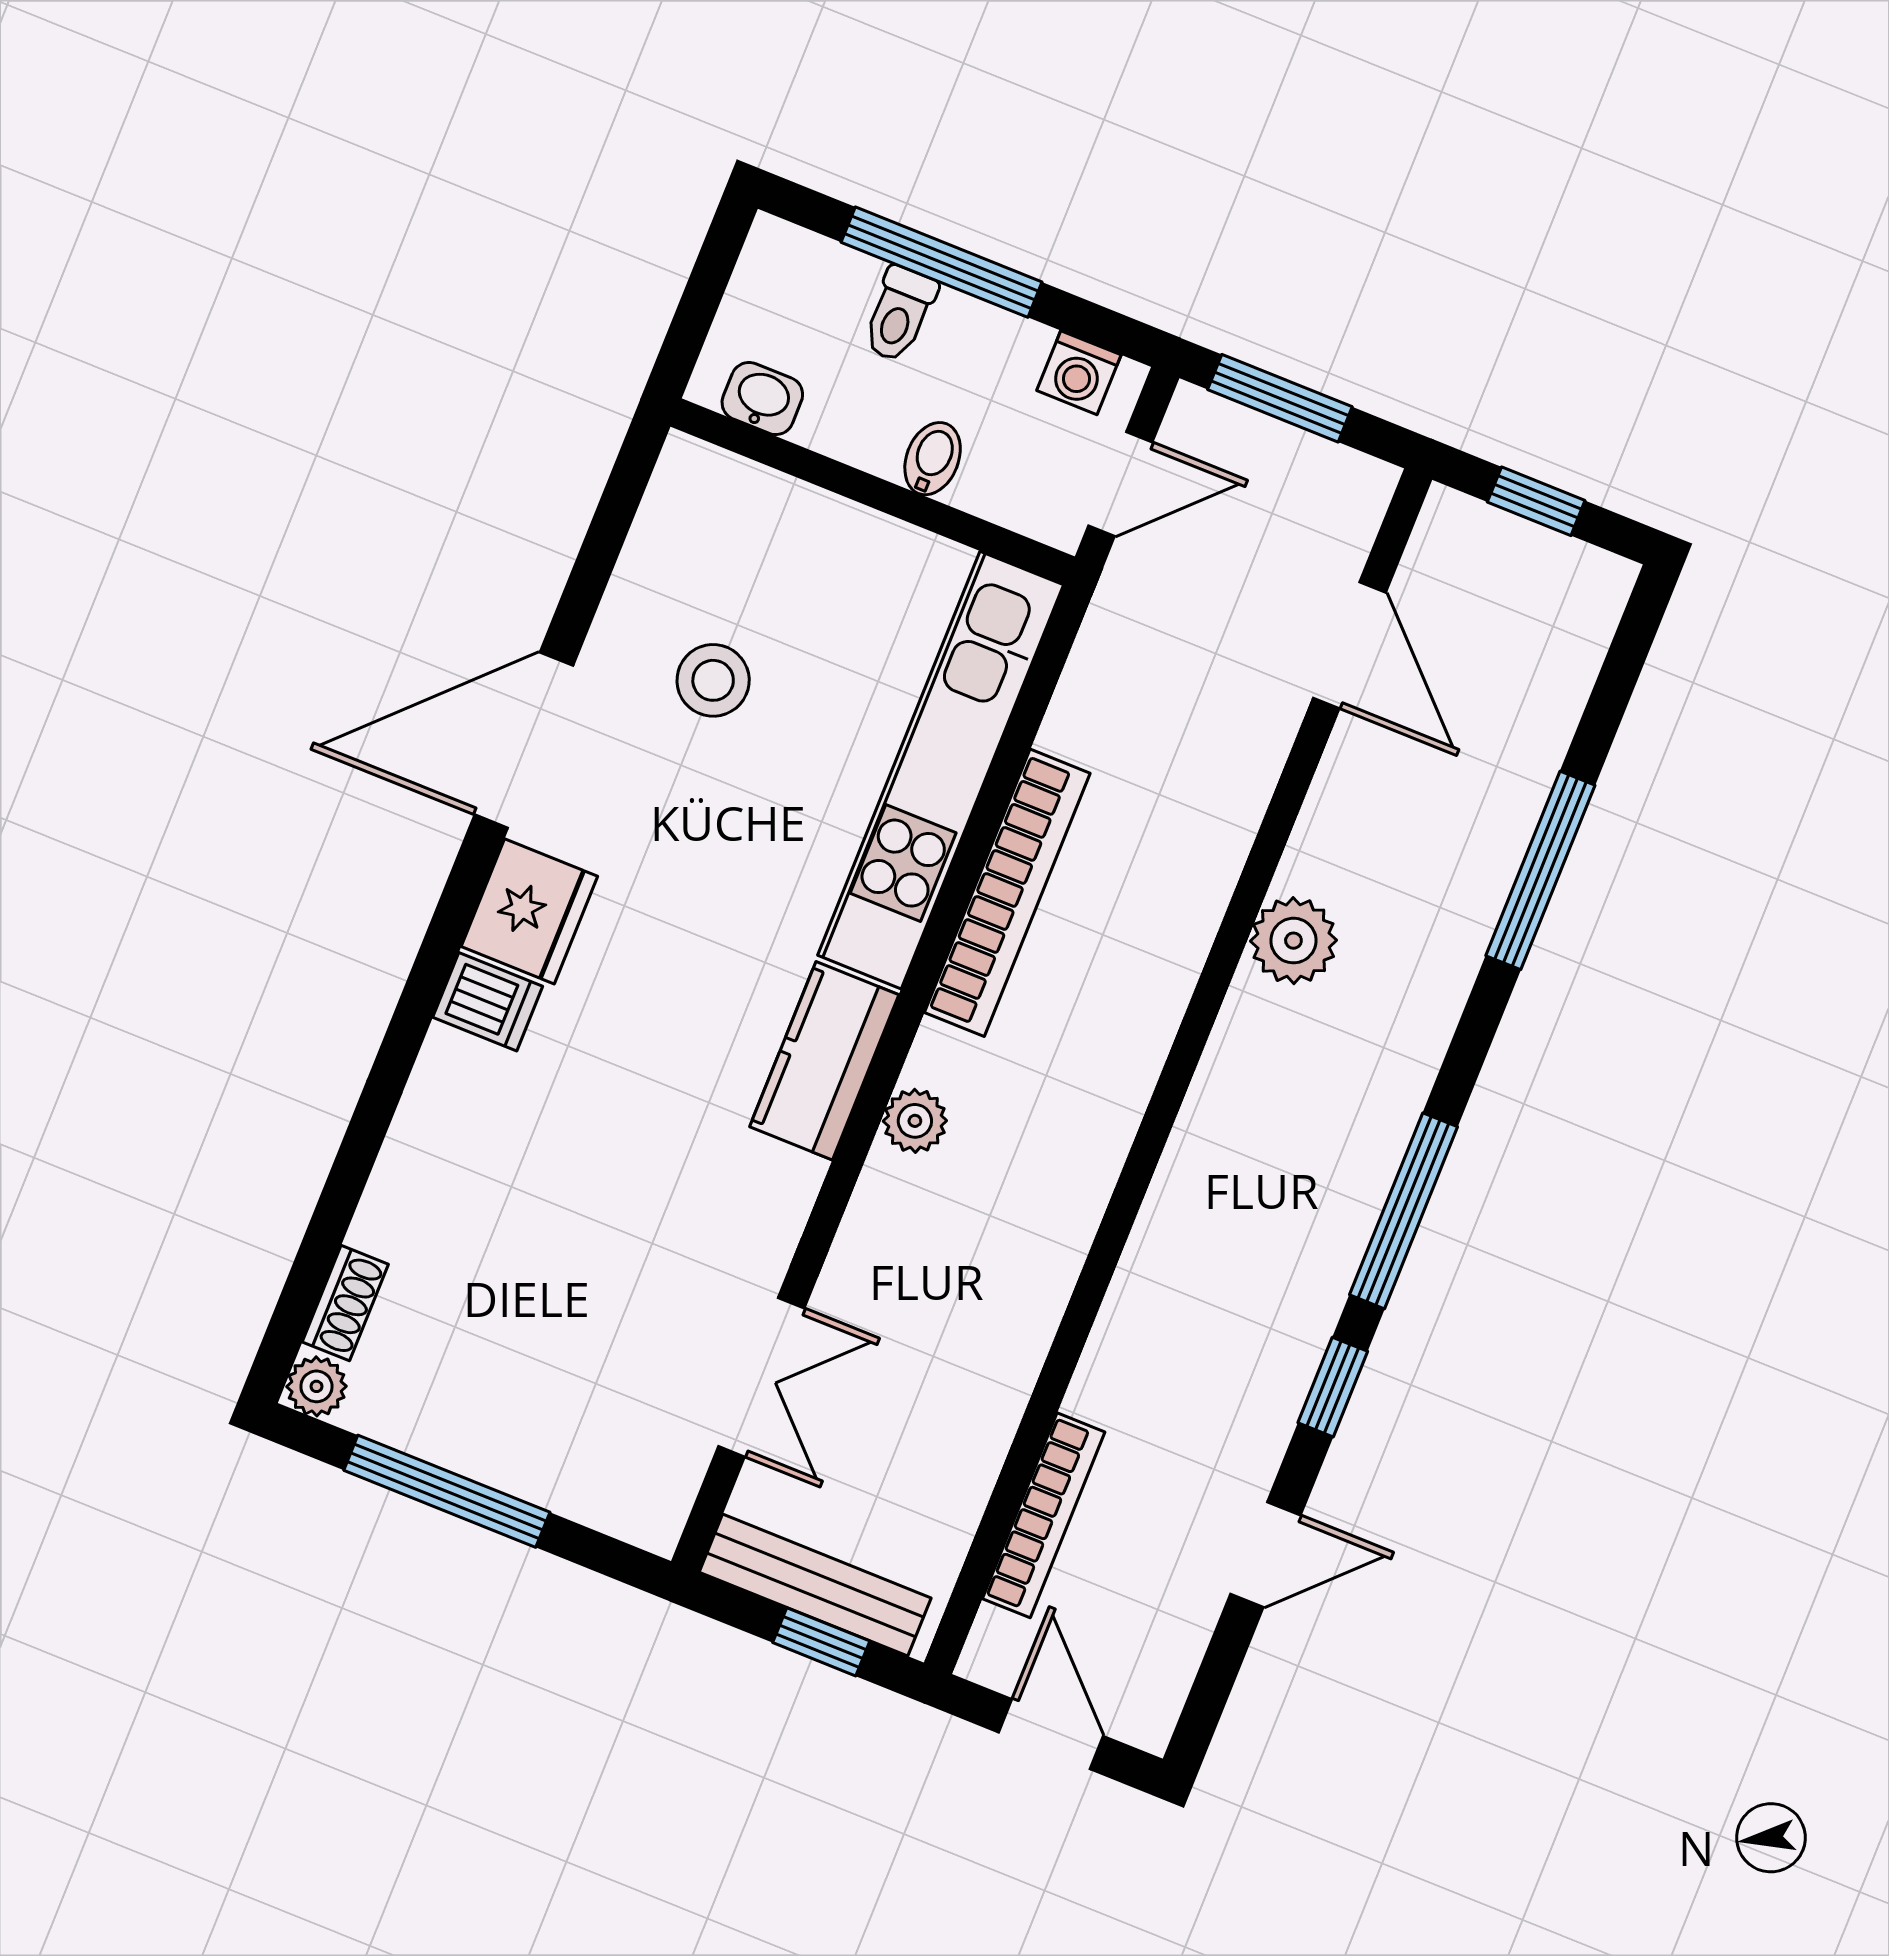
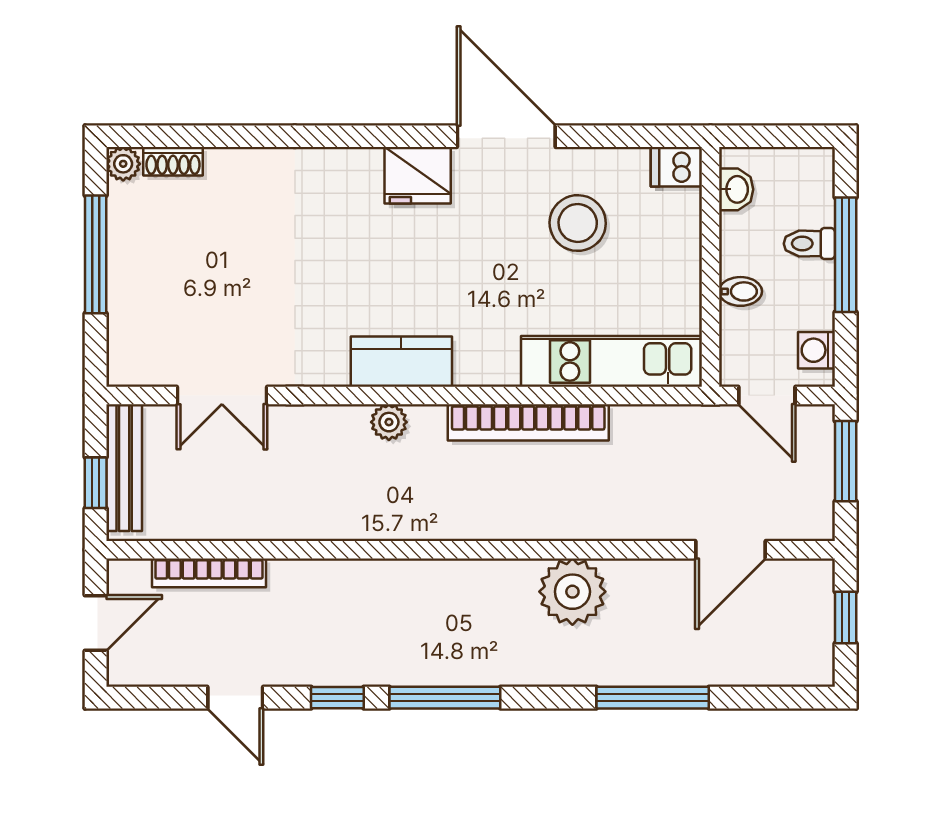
stool: (713, 680) -> (578, 223), width x1.38, depth x1.38
kitchen unit: (941, 770) -> (612, 361), width x0.73
plant: (1293, 941) -> (572, 592), width x1.36, depth x1.36
dishwasher: (488, 1002) -> (676, 167), moved, turned 90

